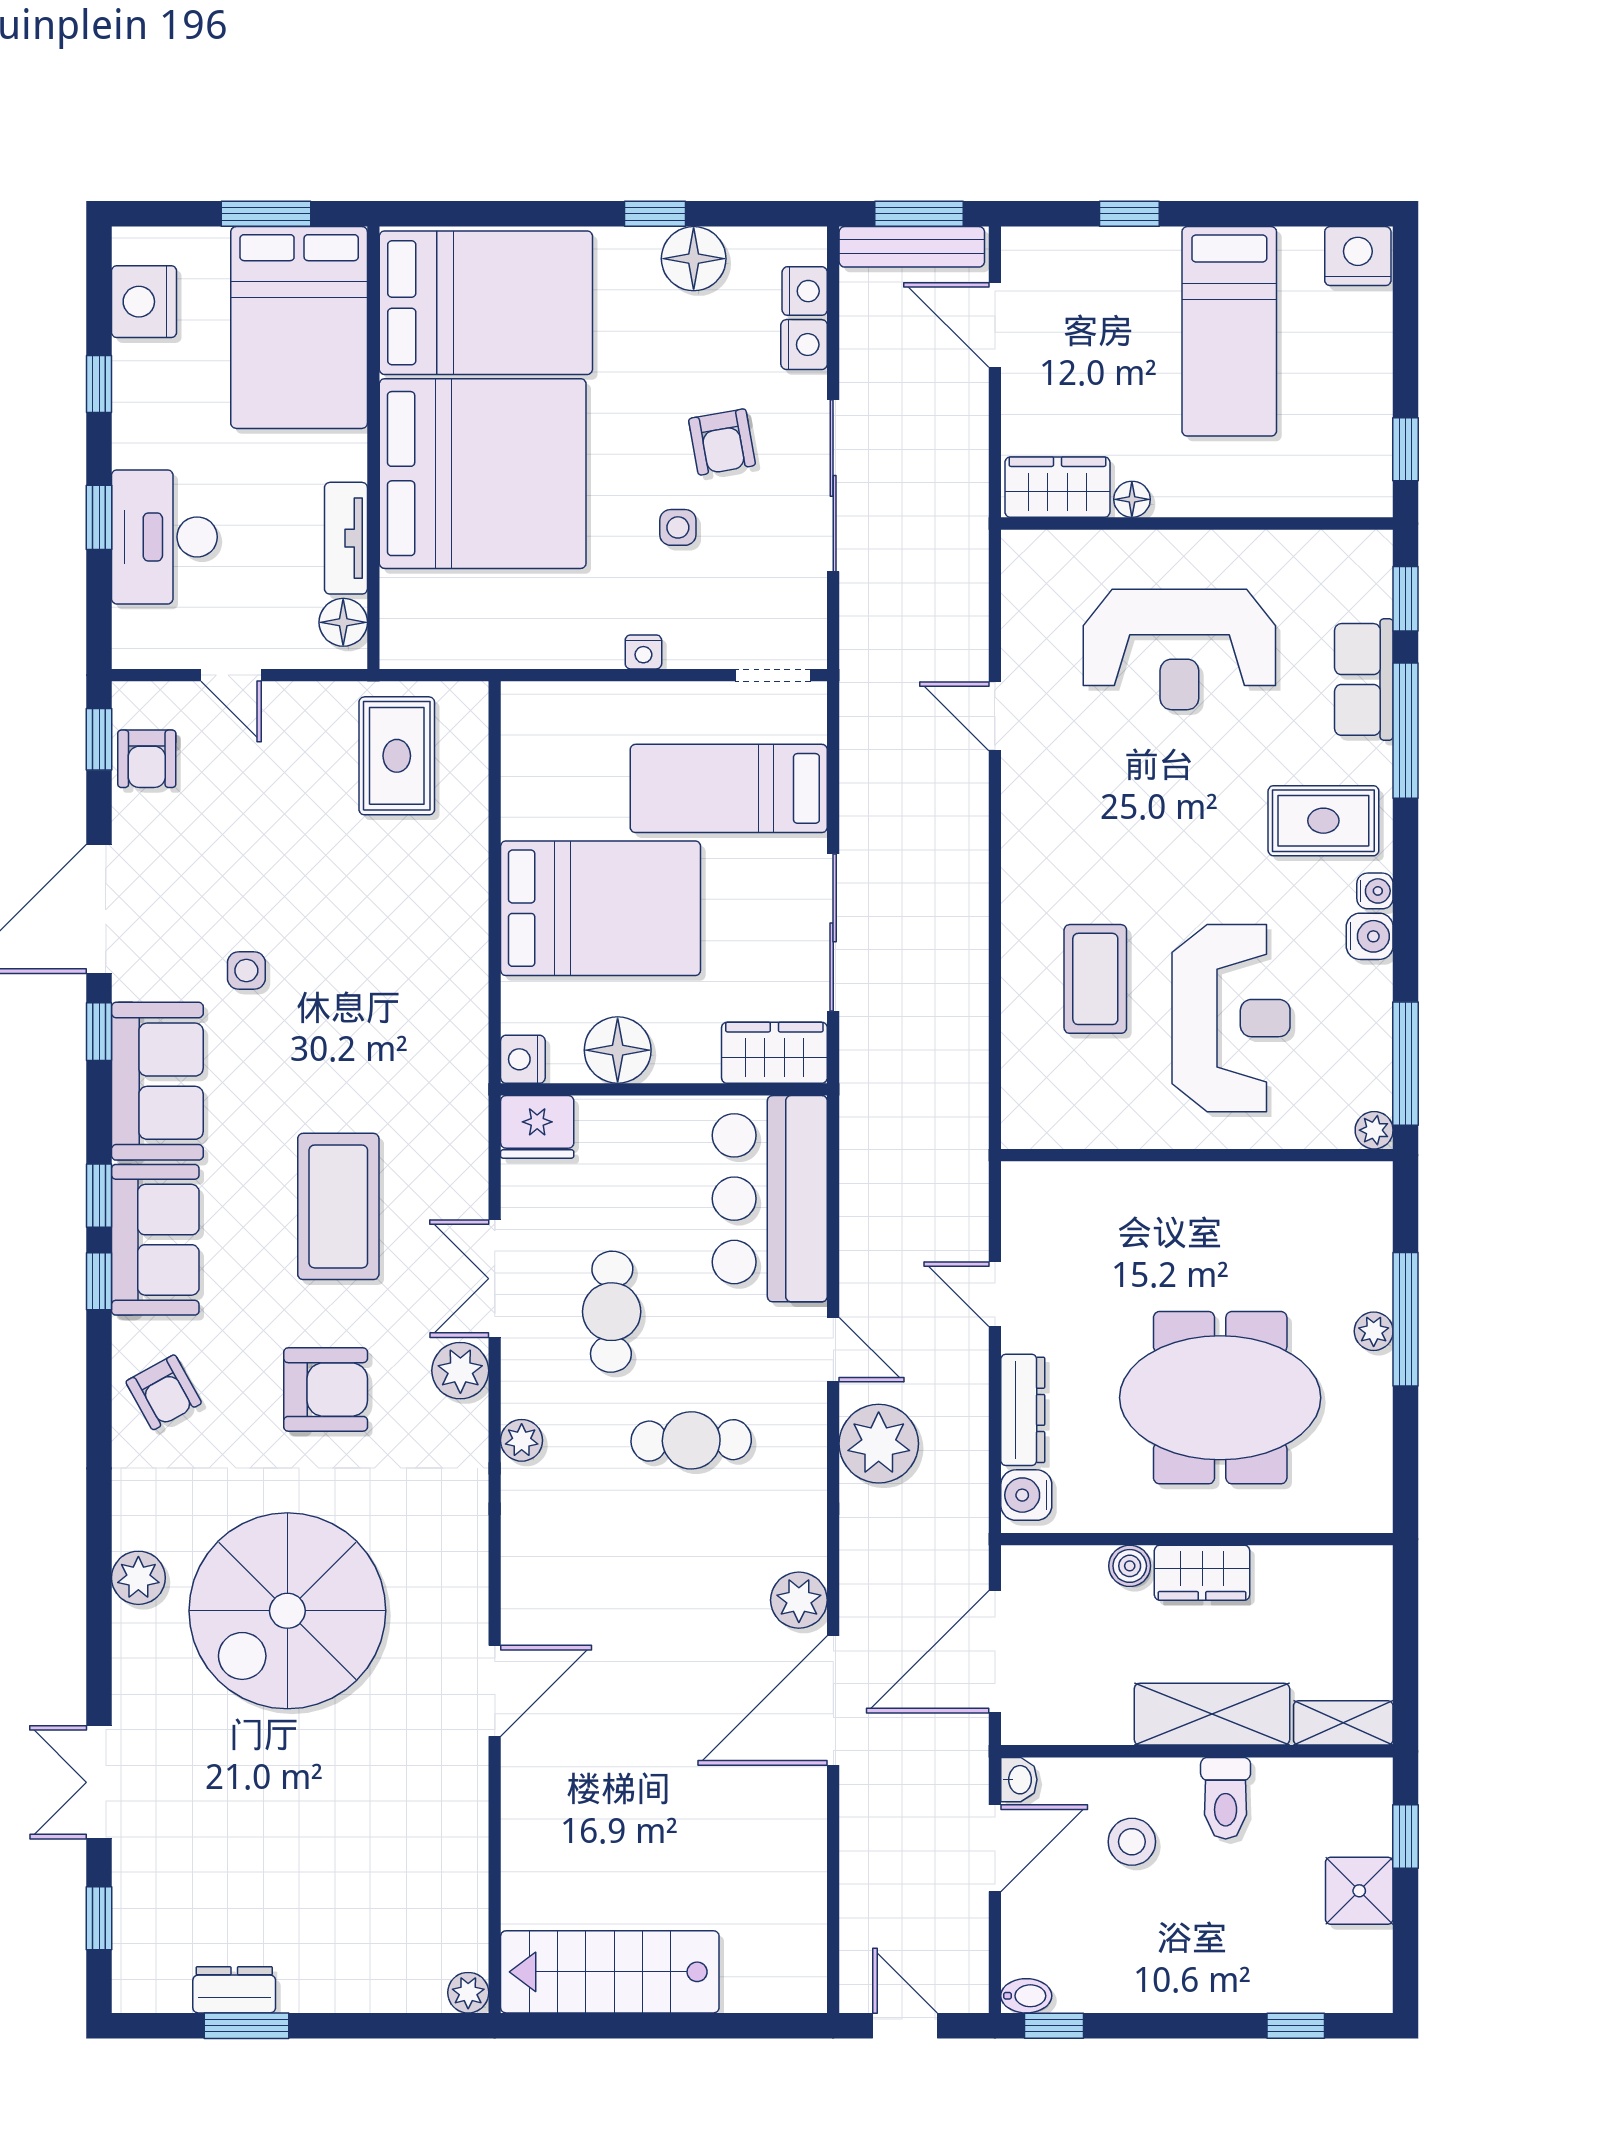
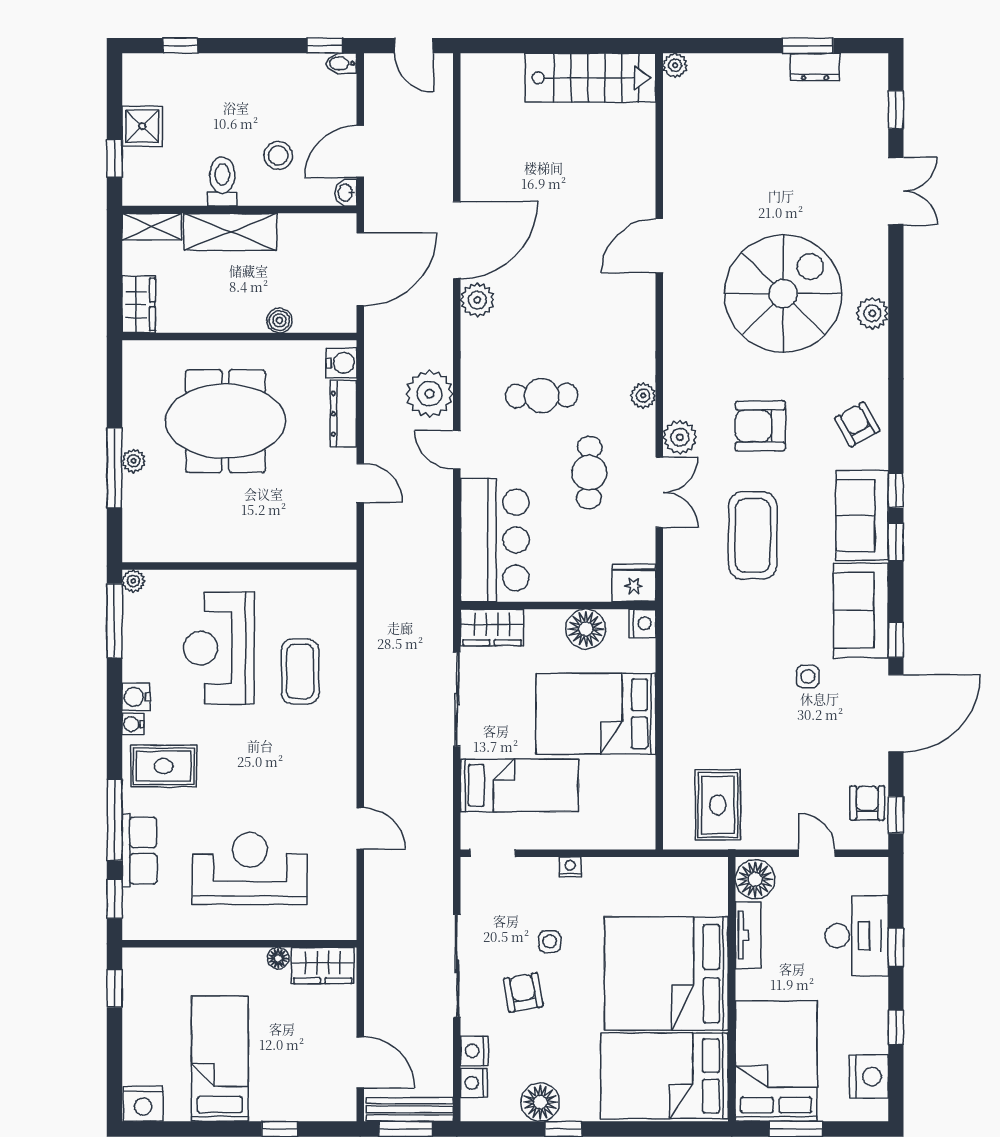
floor lamp: (343, 622) -> (755, 879), width x1.38, depth x1.38
wardrobe: (1202, 1573) -> (139, 304), moved, turned 90

